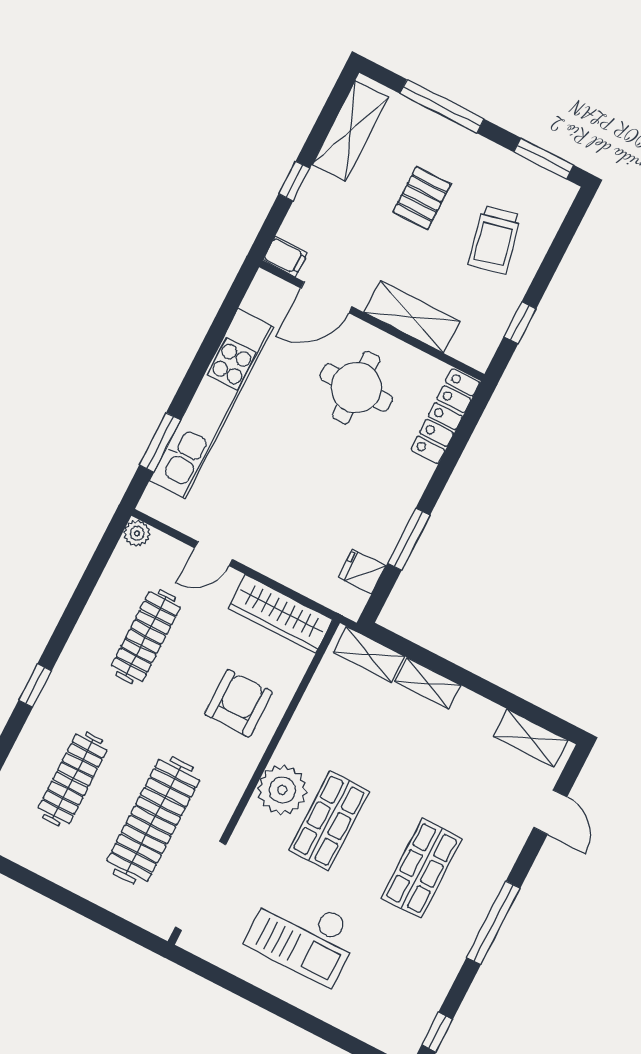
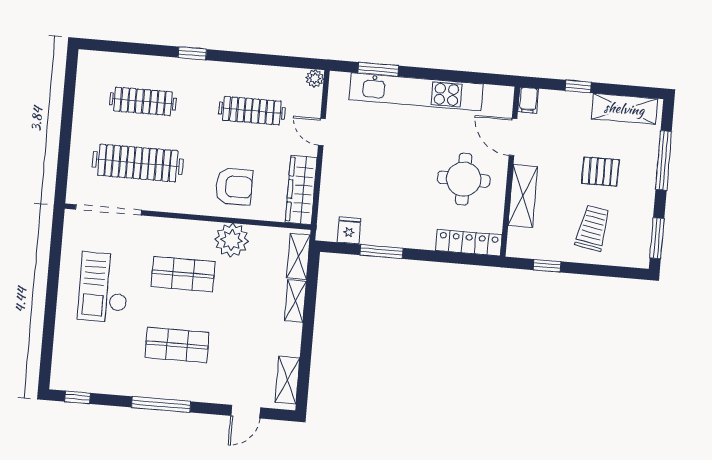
trolley: (494, 240) -> (593, 228), turned 113
plant: (282, 790) -> (232, 240), moved

